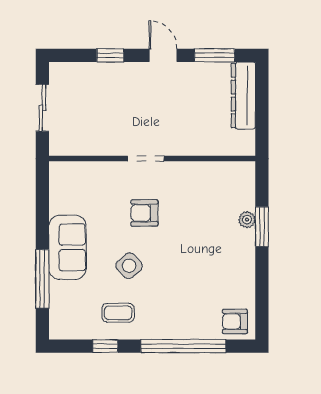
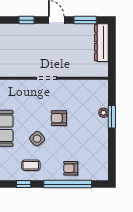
armchair: (144, 213) -> (59, 118), moved
armchair: (235, 321) -> (71, 168), moved

